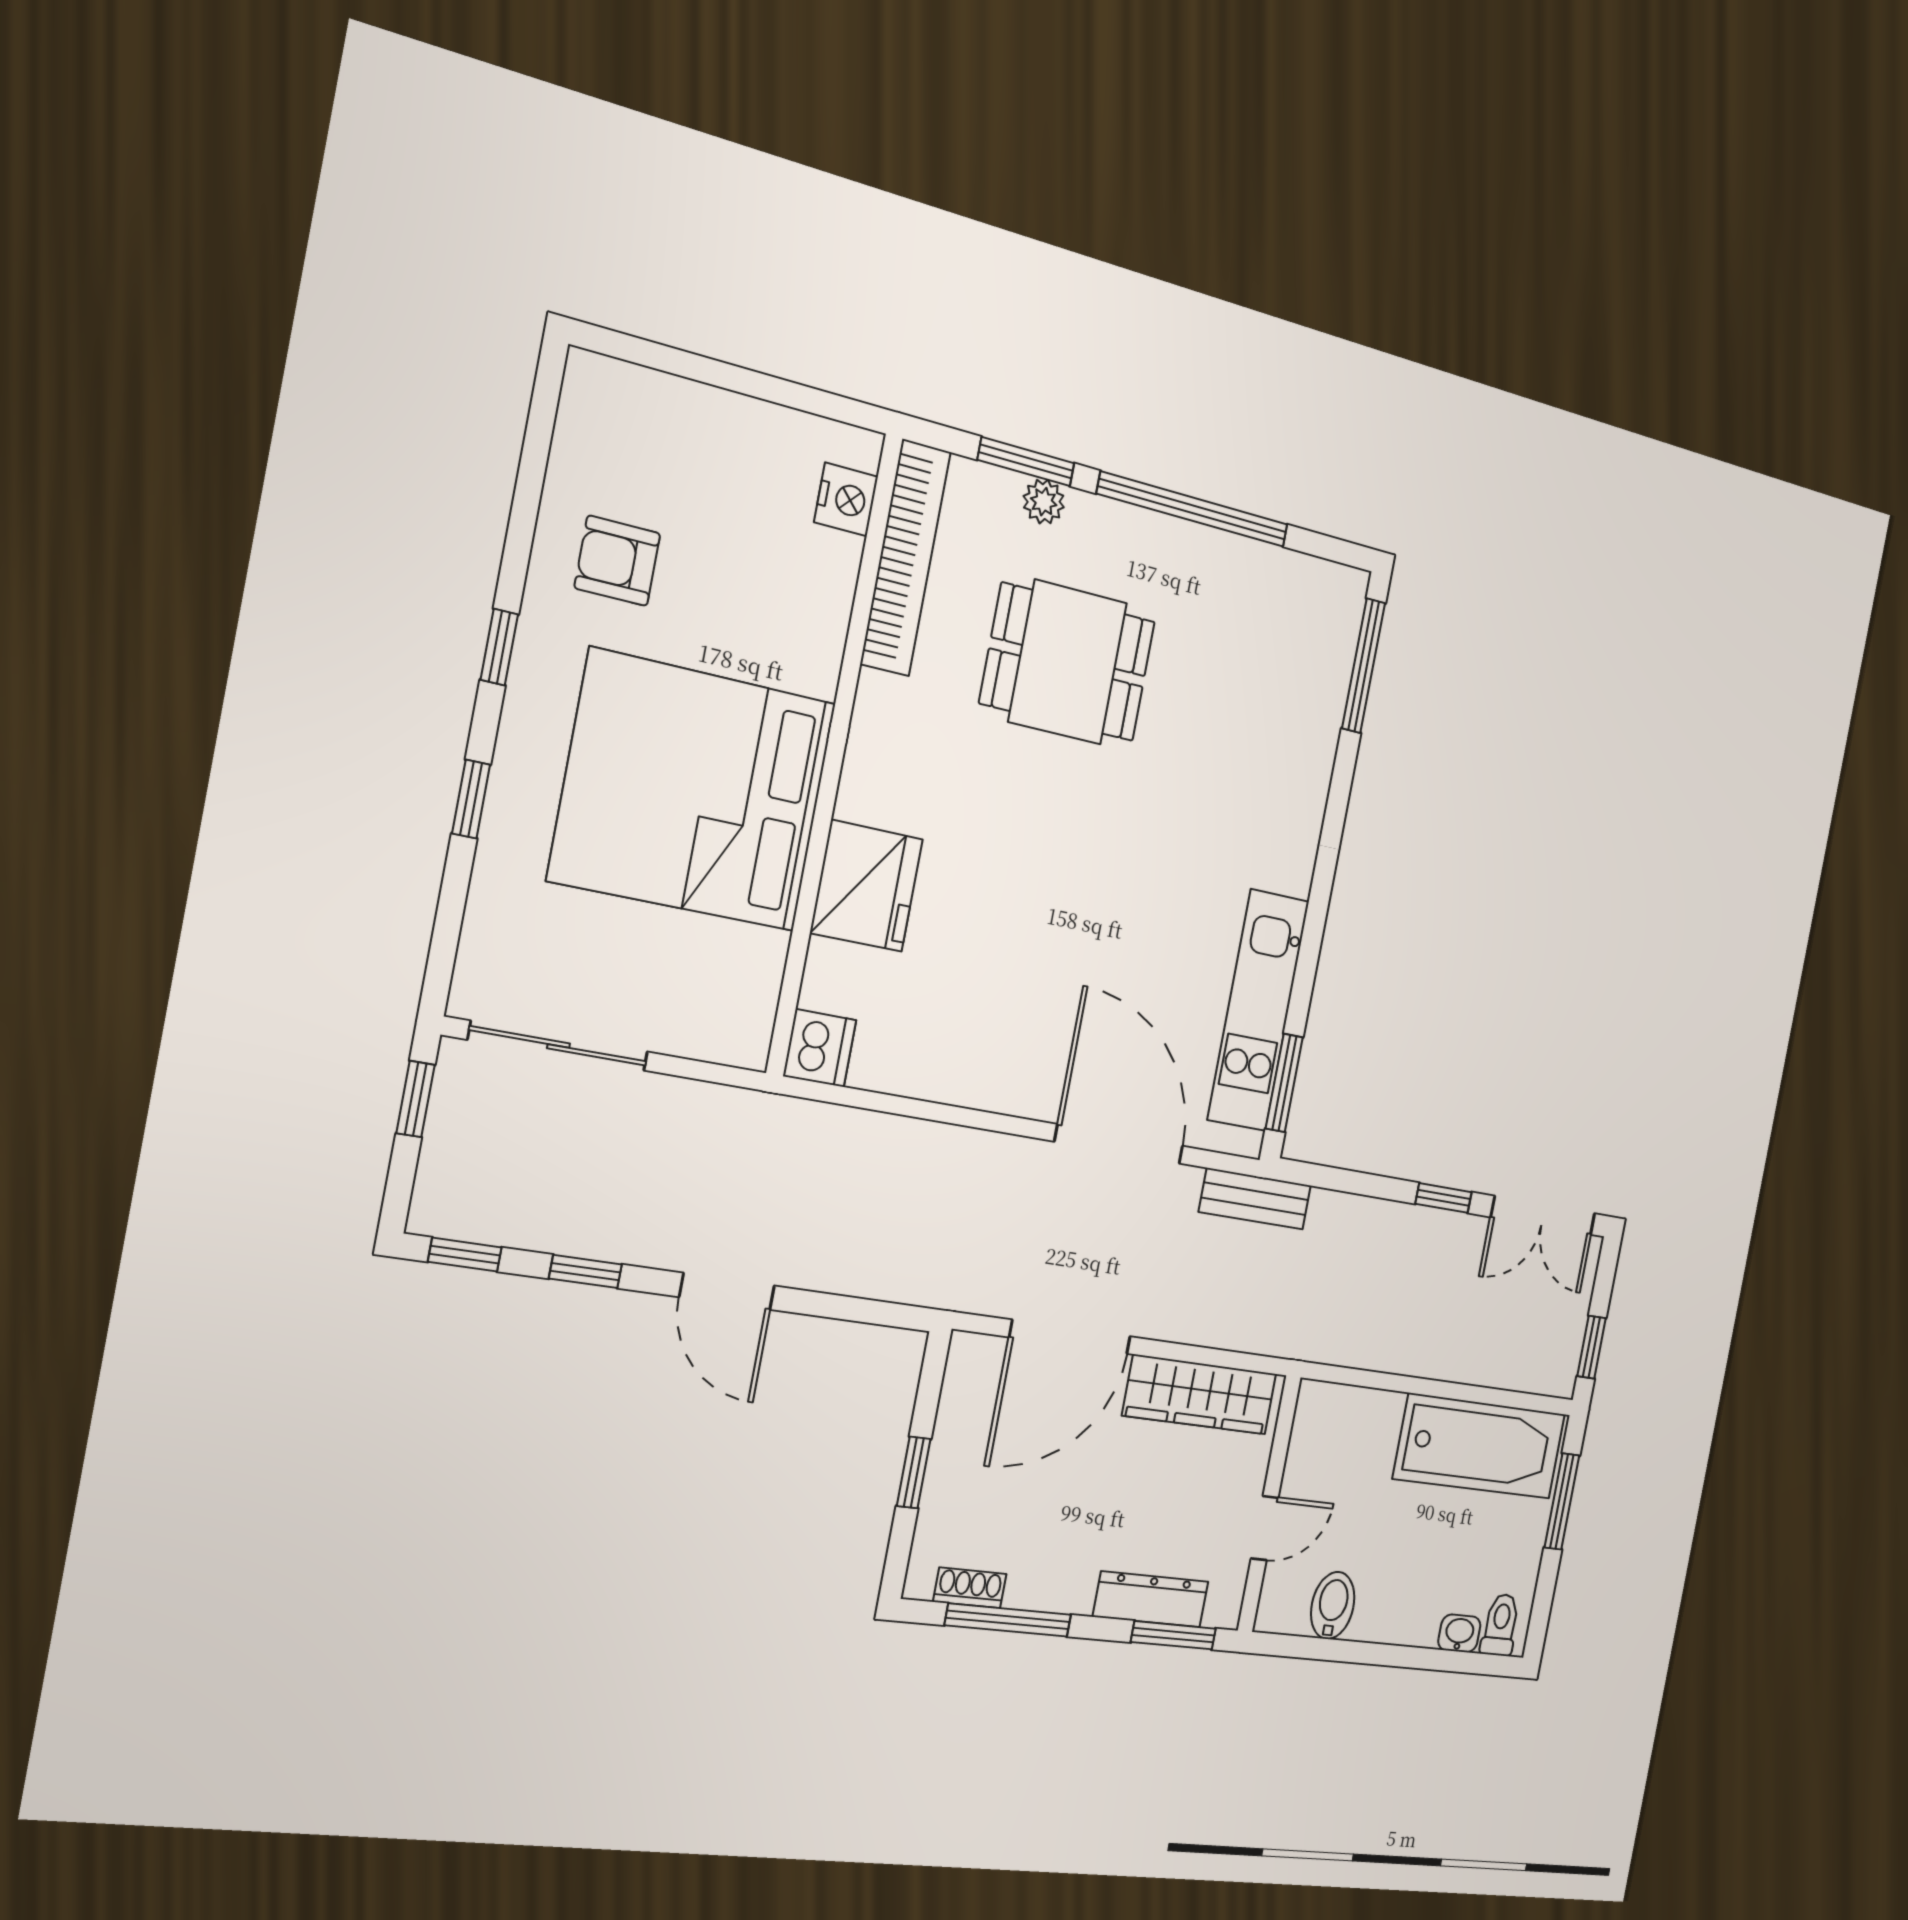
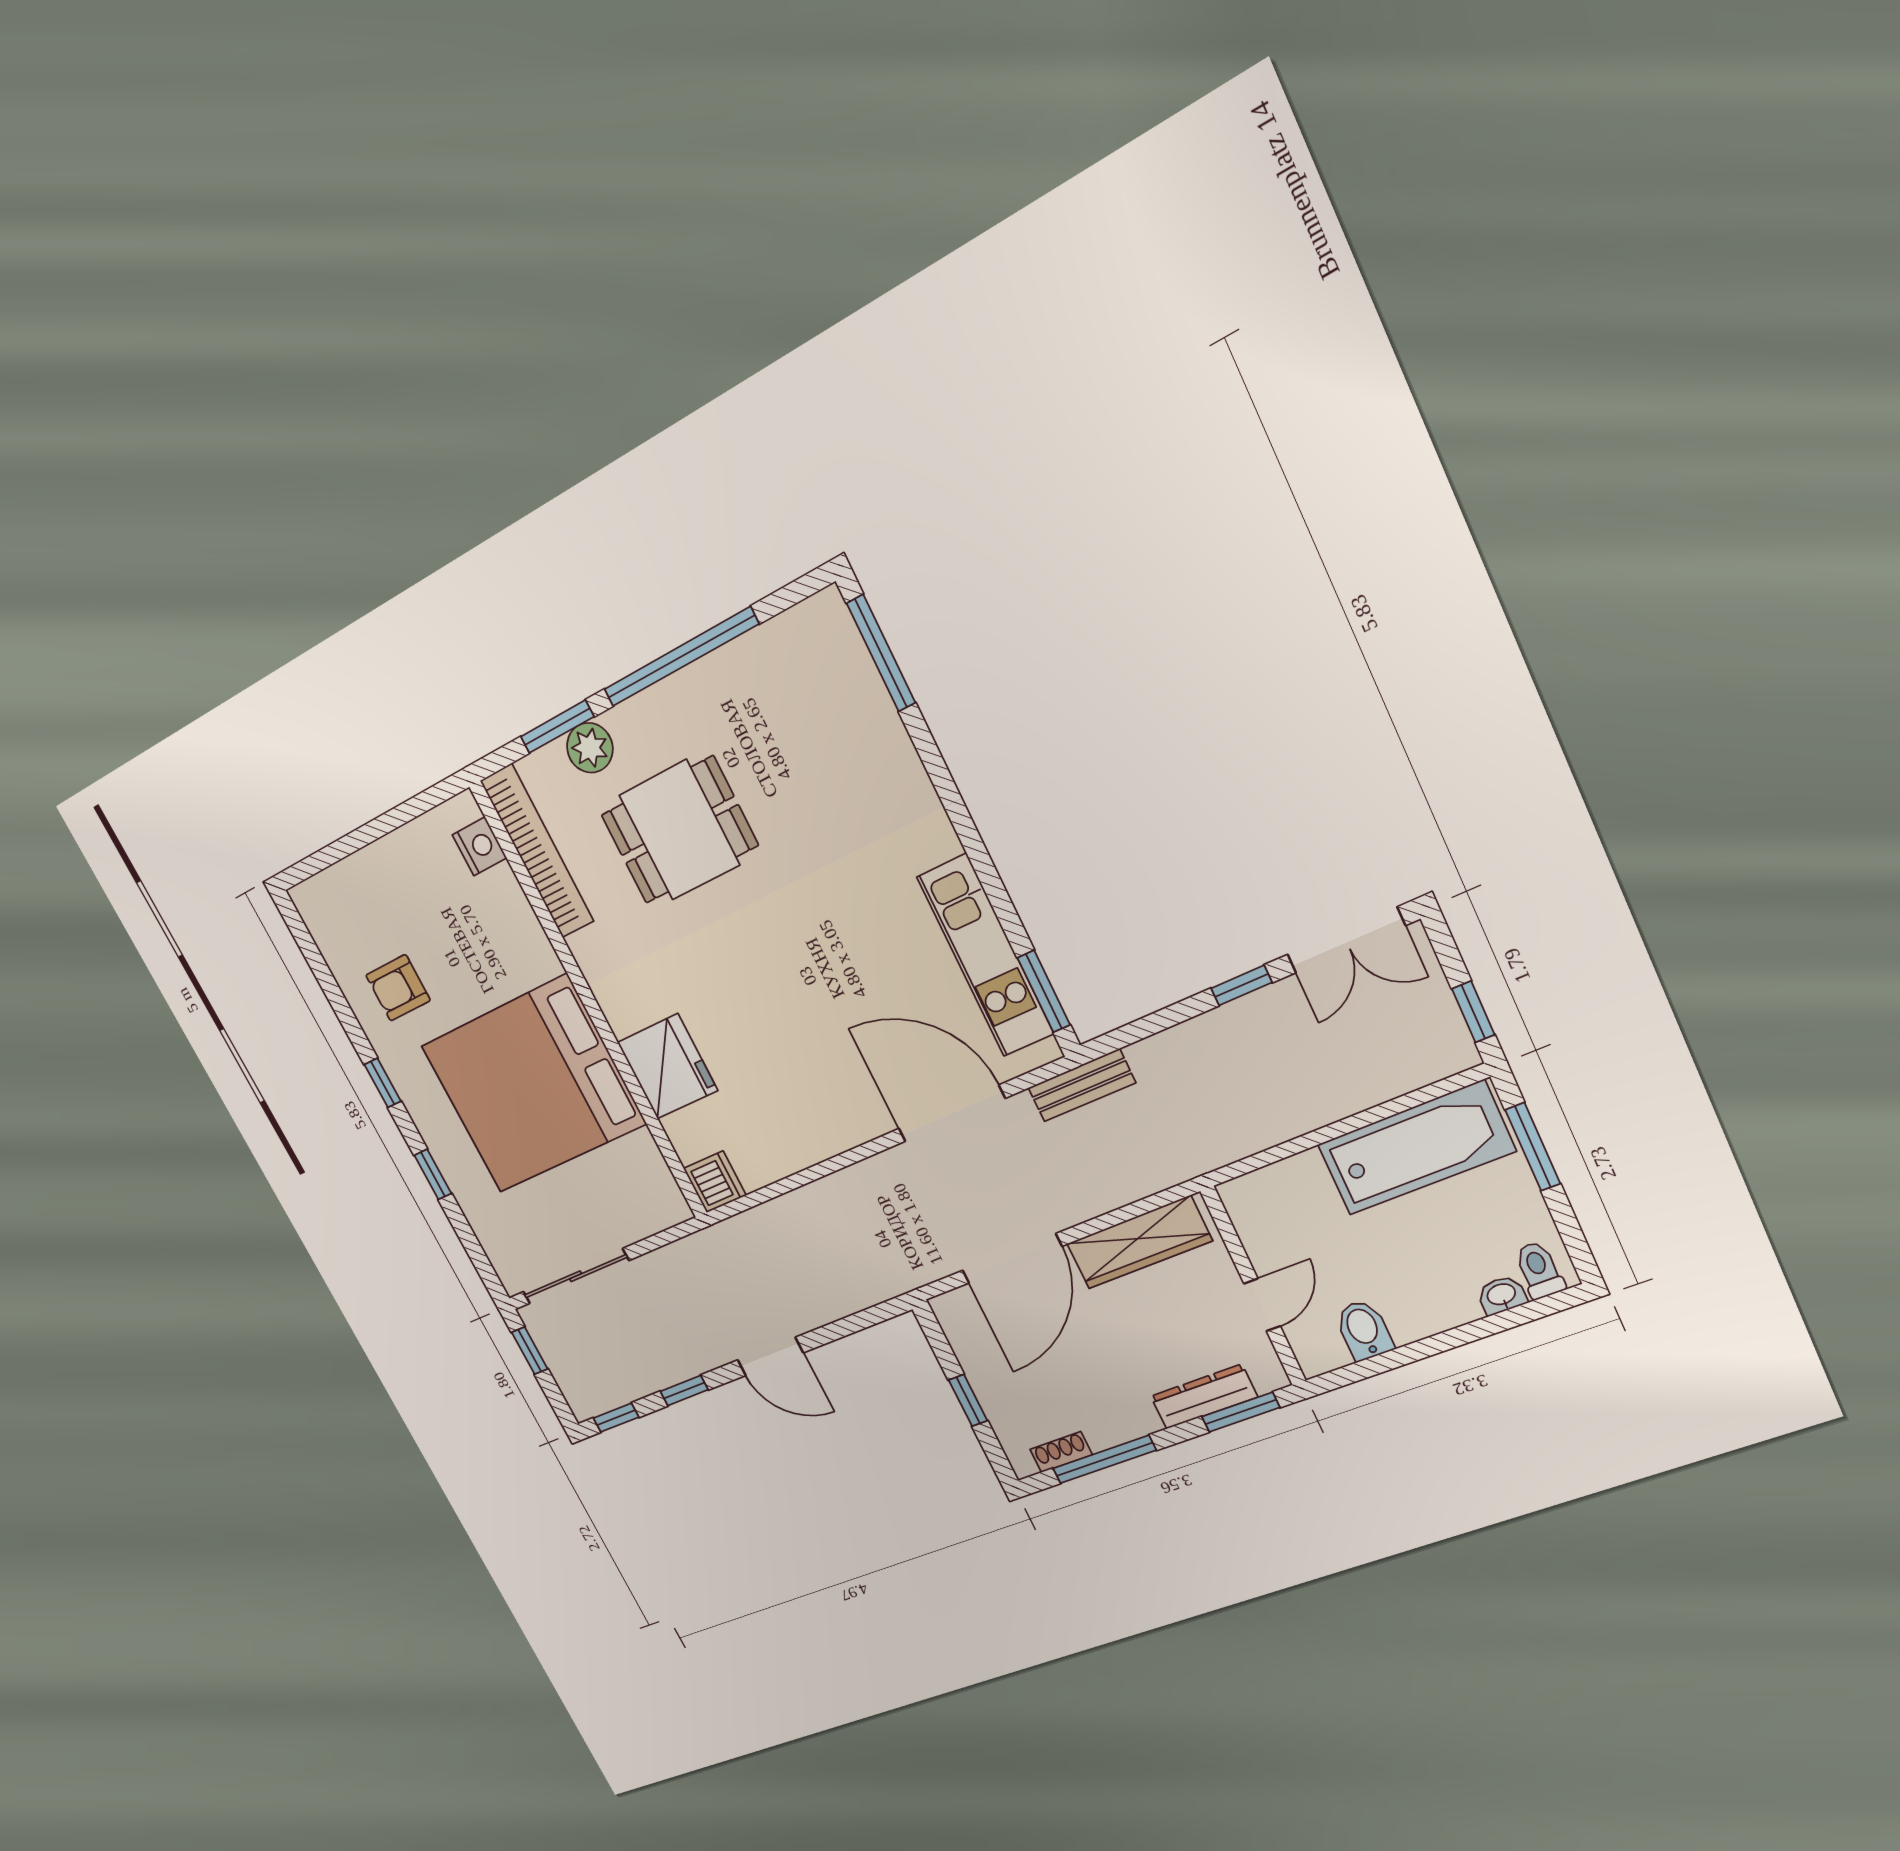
plant: (1044, 502) -> (590, 748), width x1.38, depth x1.38

